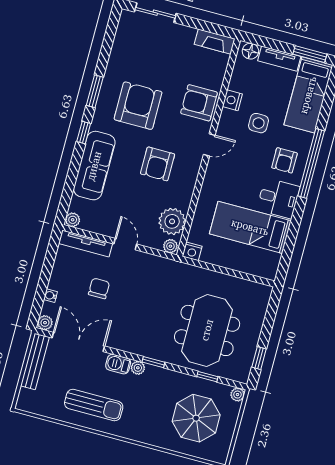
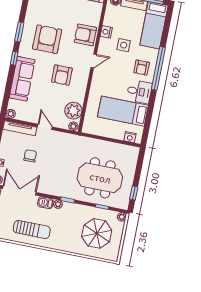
nightstand: (192, 251) -> (130, 137), moved
meeting table: (207, 330) -> (100, 178), turned 90

